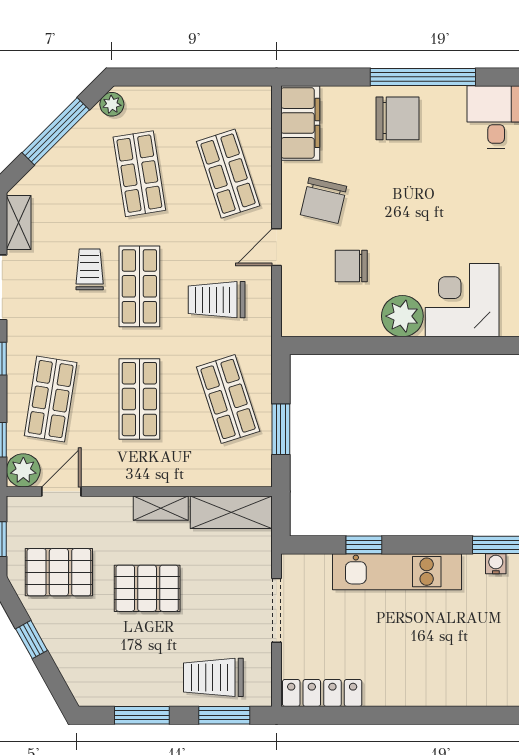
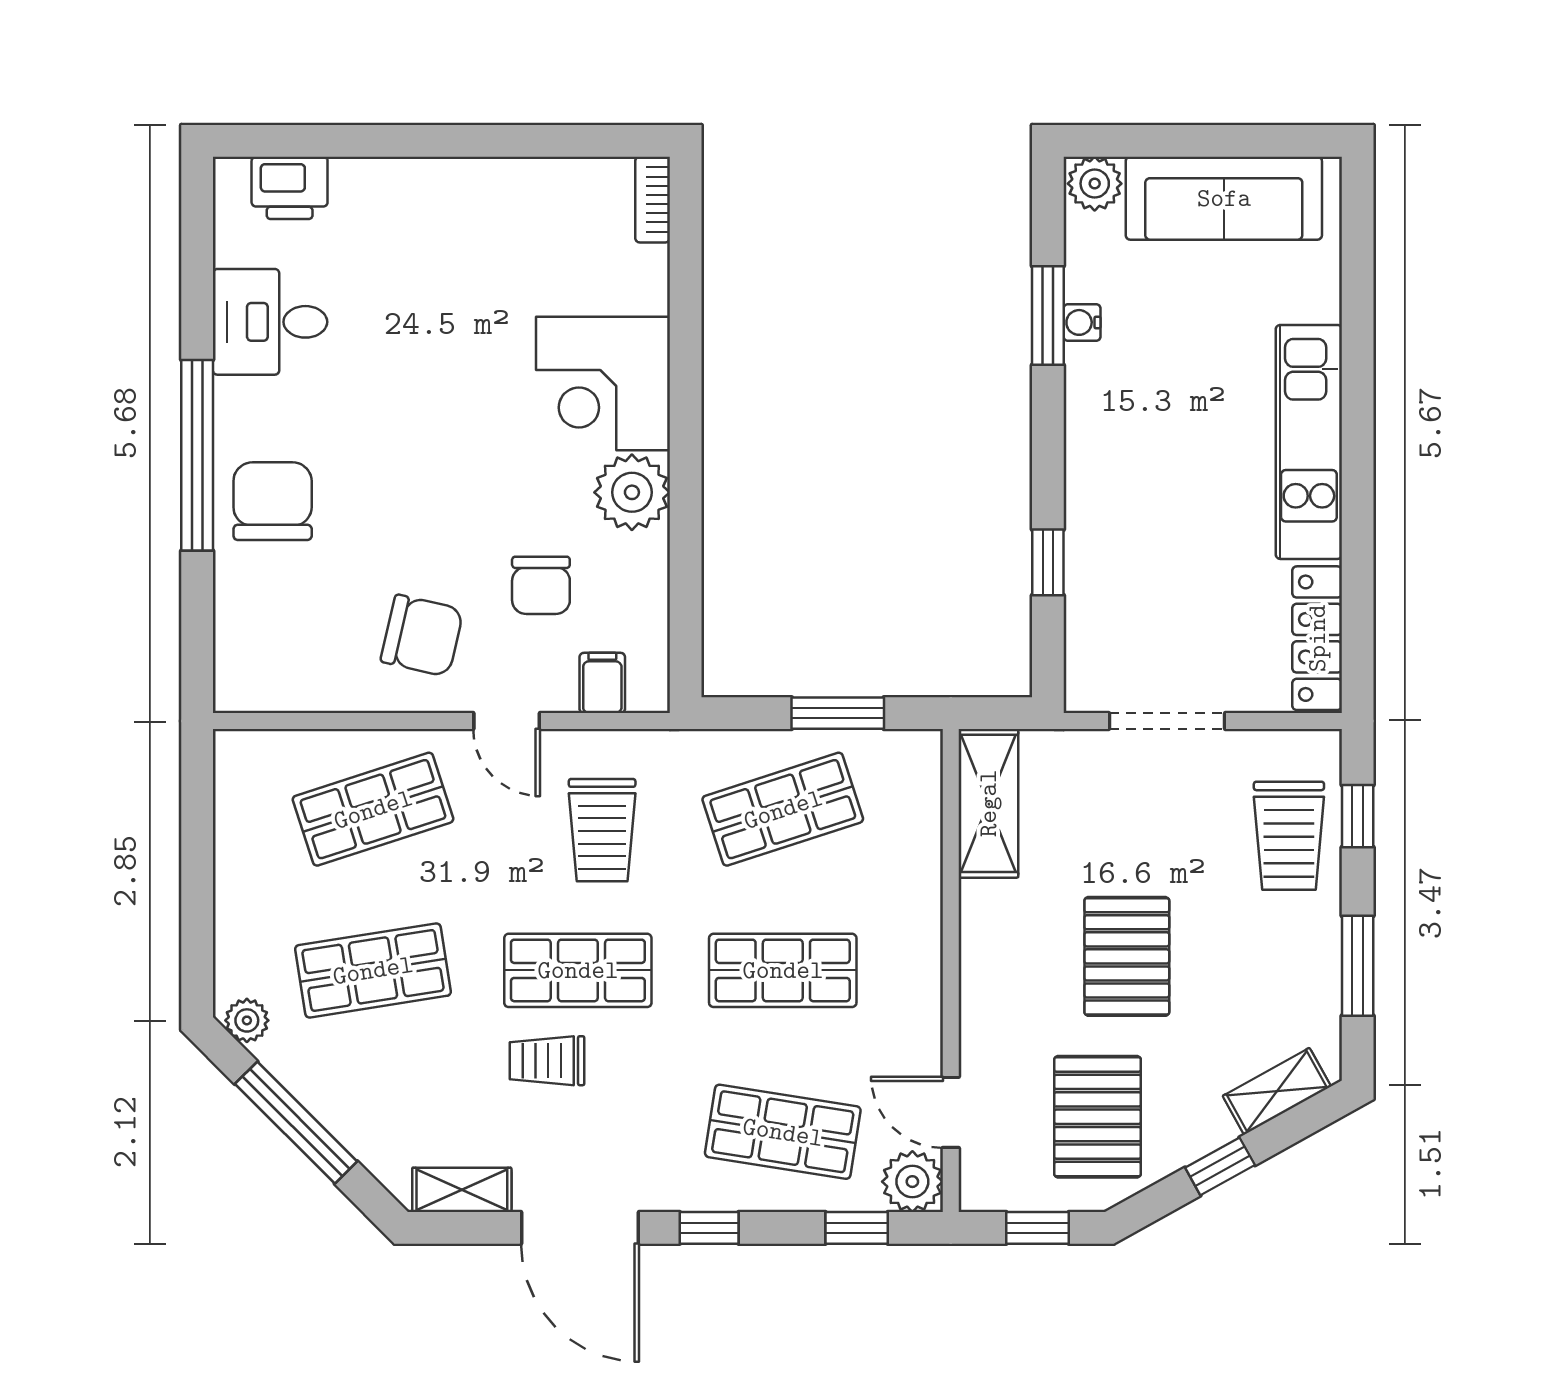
filing cabinet: (300, 123) -> (602, 683), moved, width x0.33, depth x0.86
shelving: (161, 508) -> (1277, 1091), moved, turned 61
kitchen unit: (397, 572) -> (1309, 442), moved, turned 180
window: (224, 715) -> (1358, 816), width x0.67

